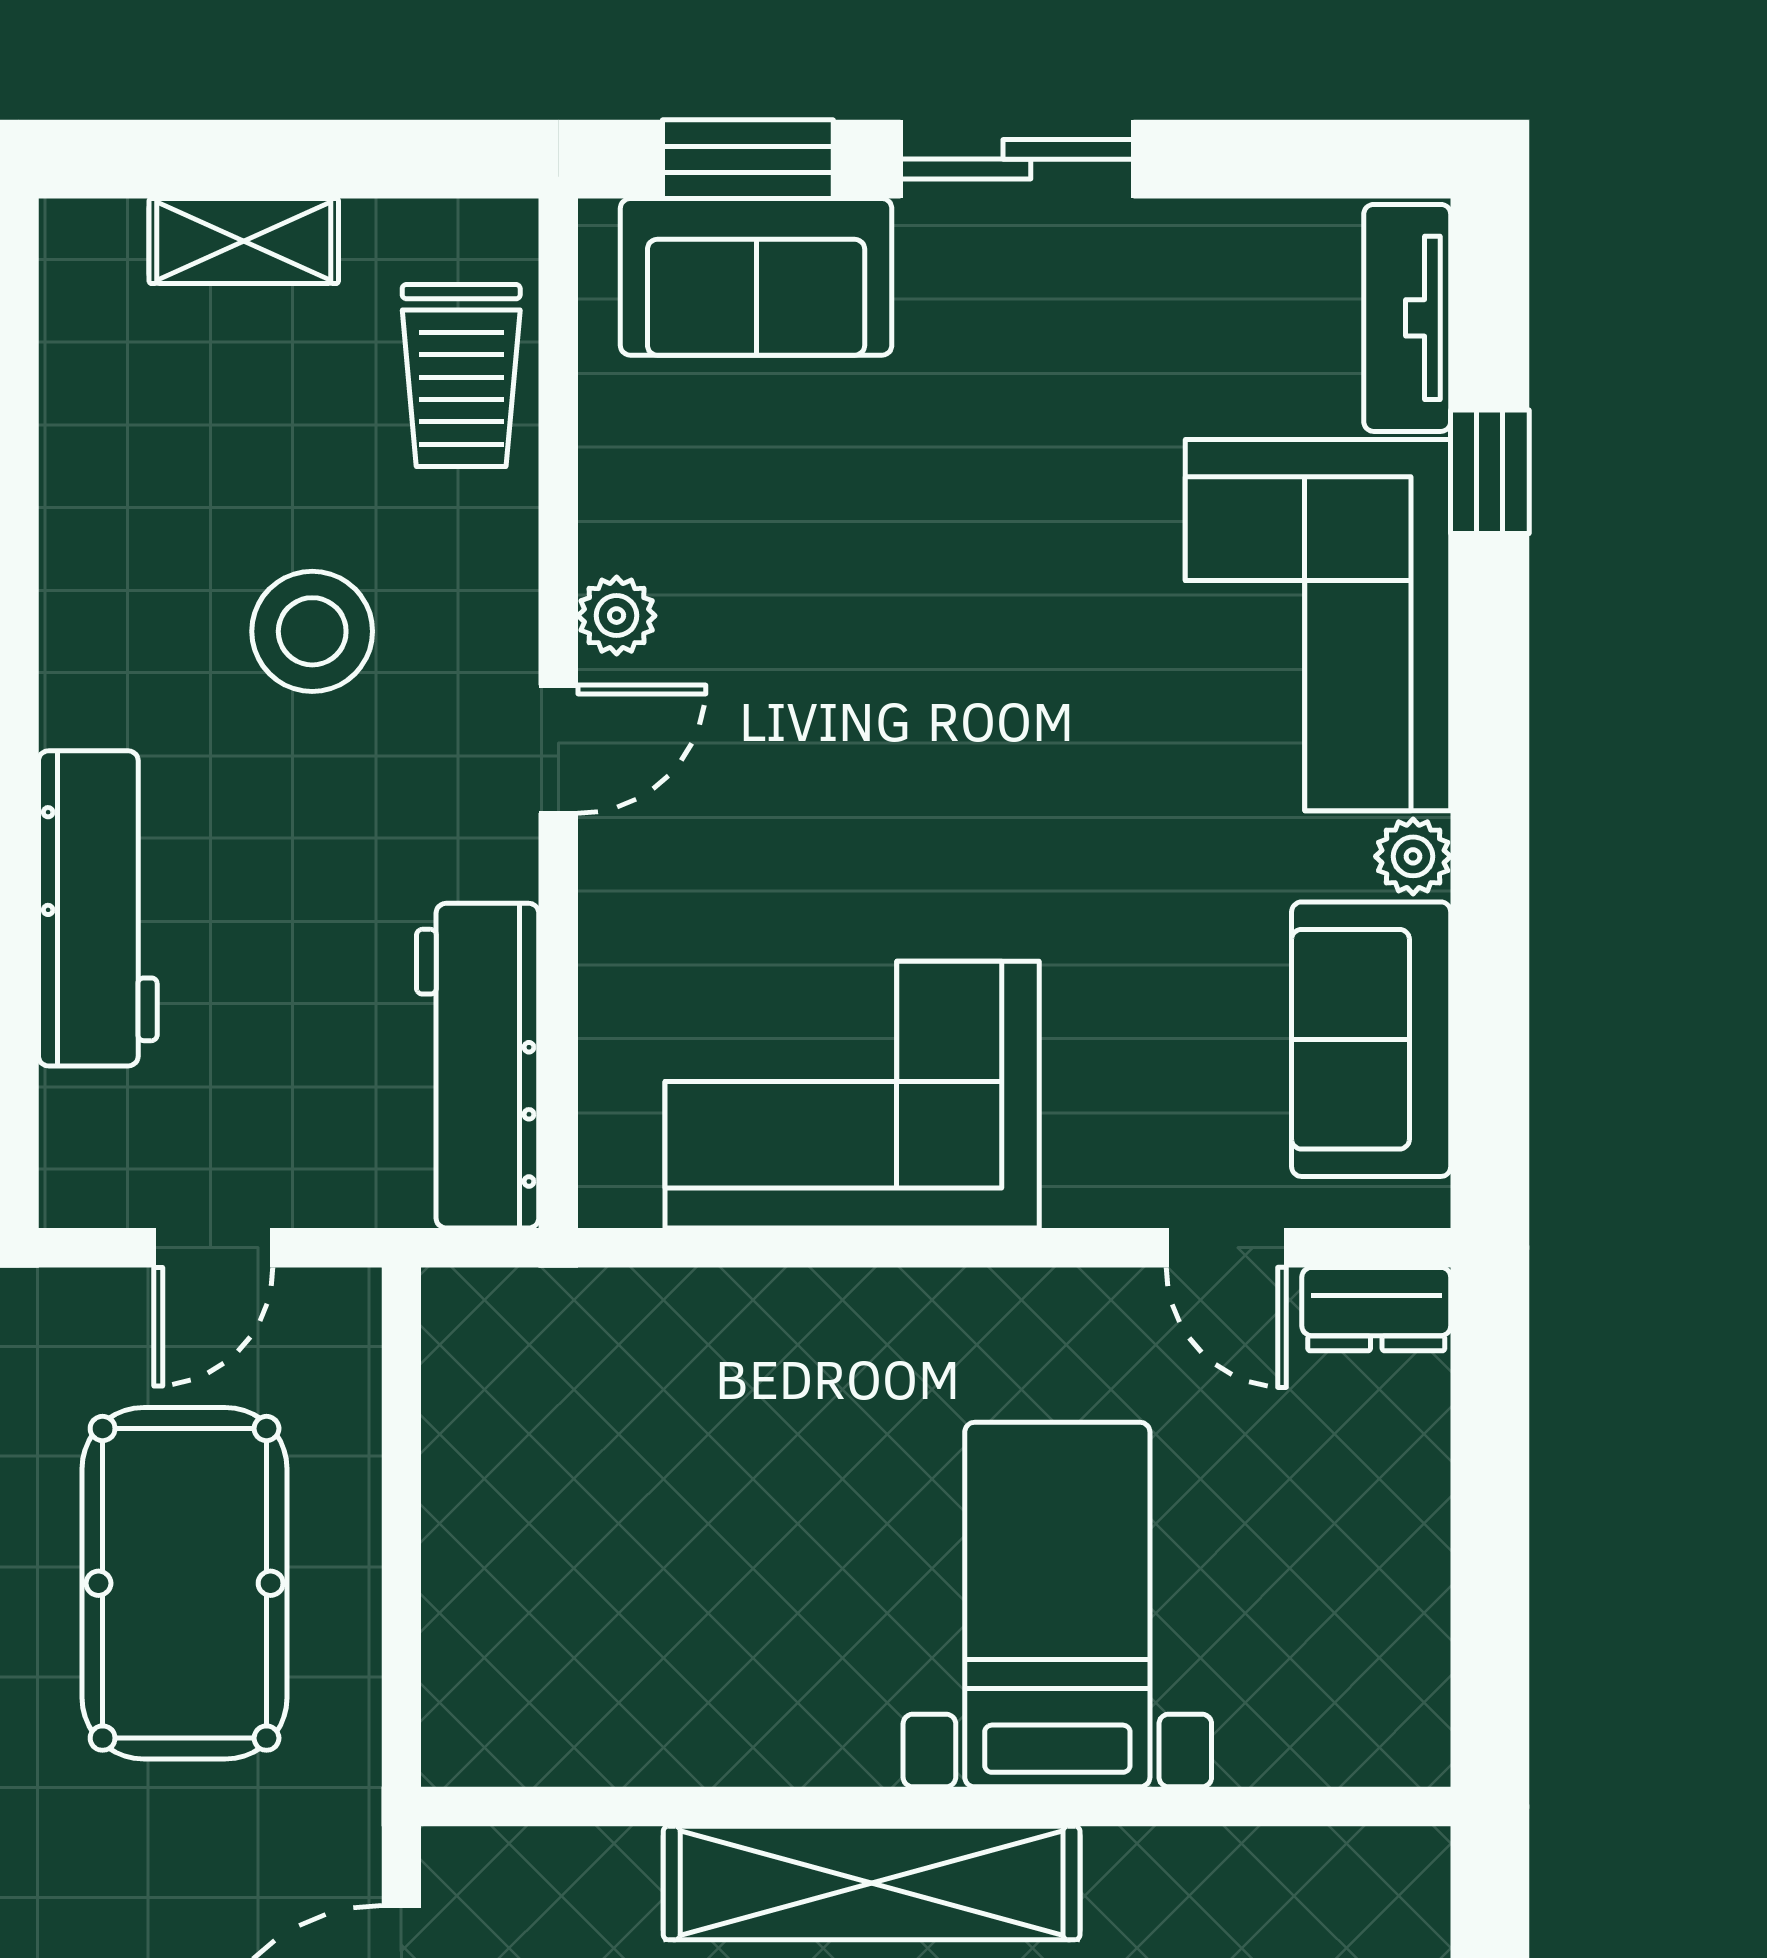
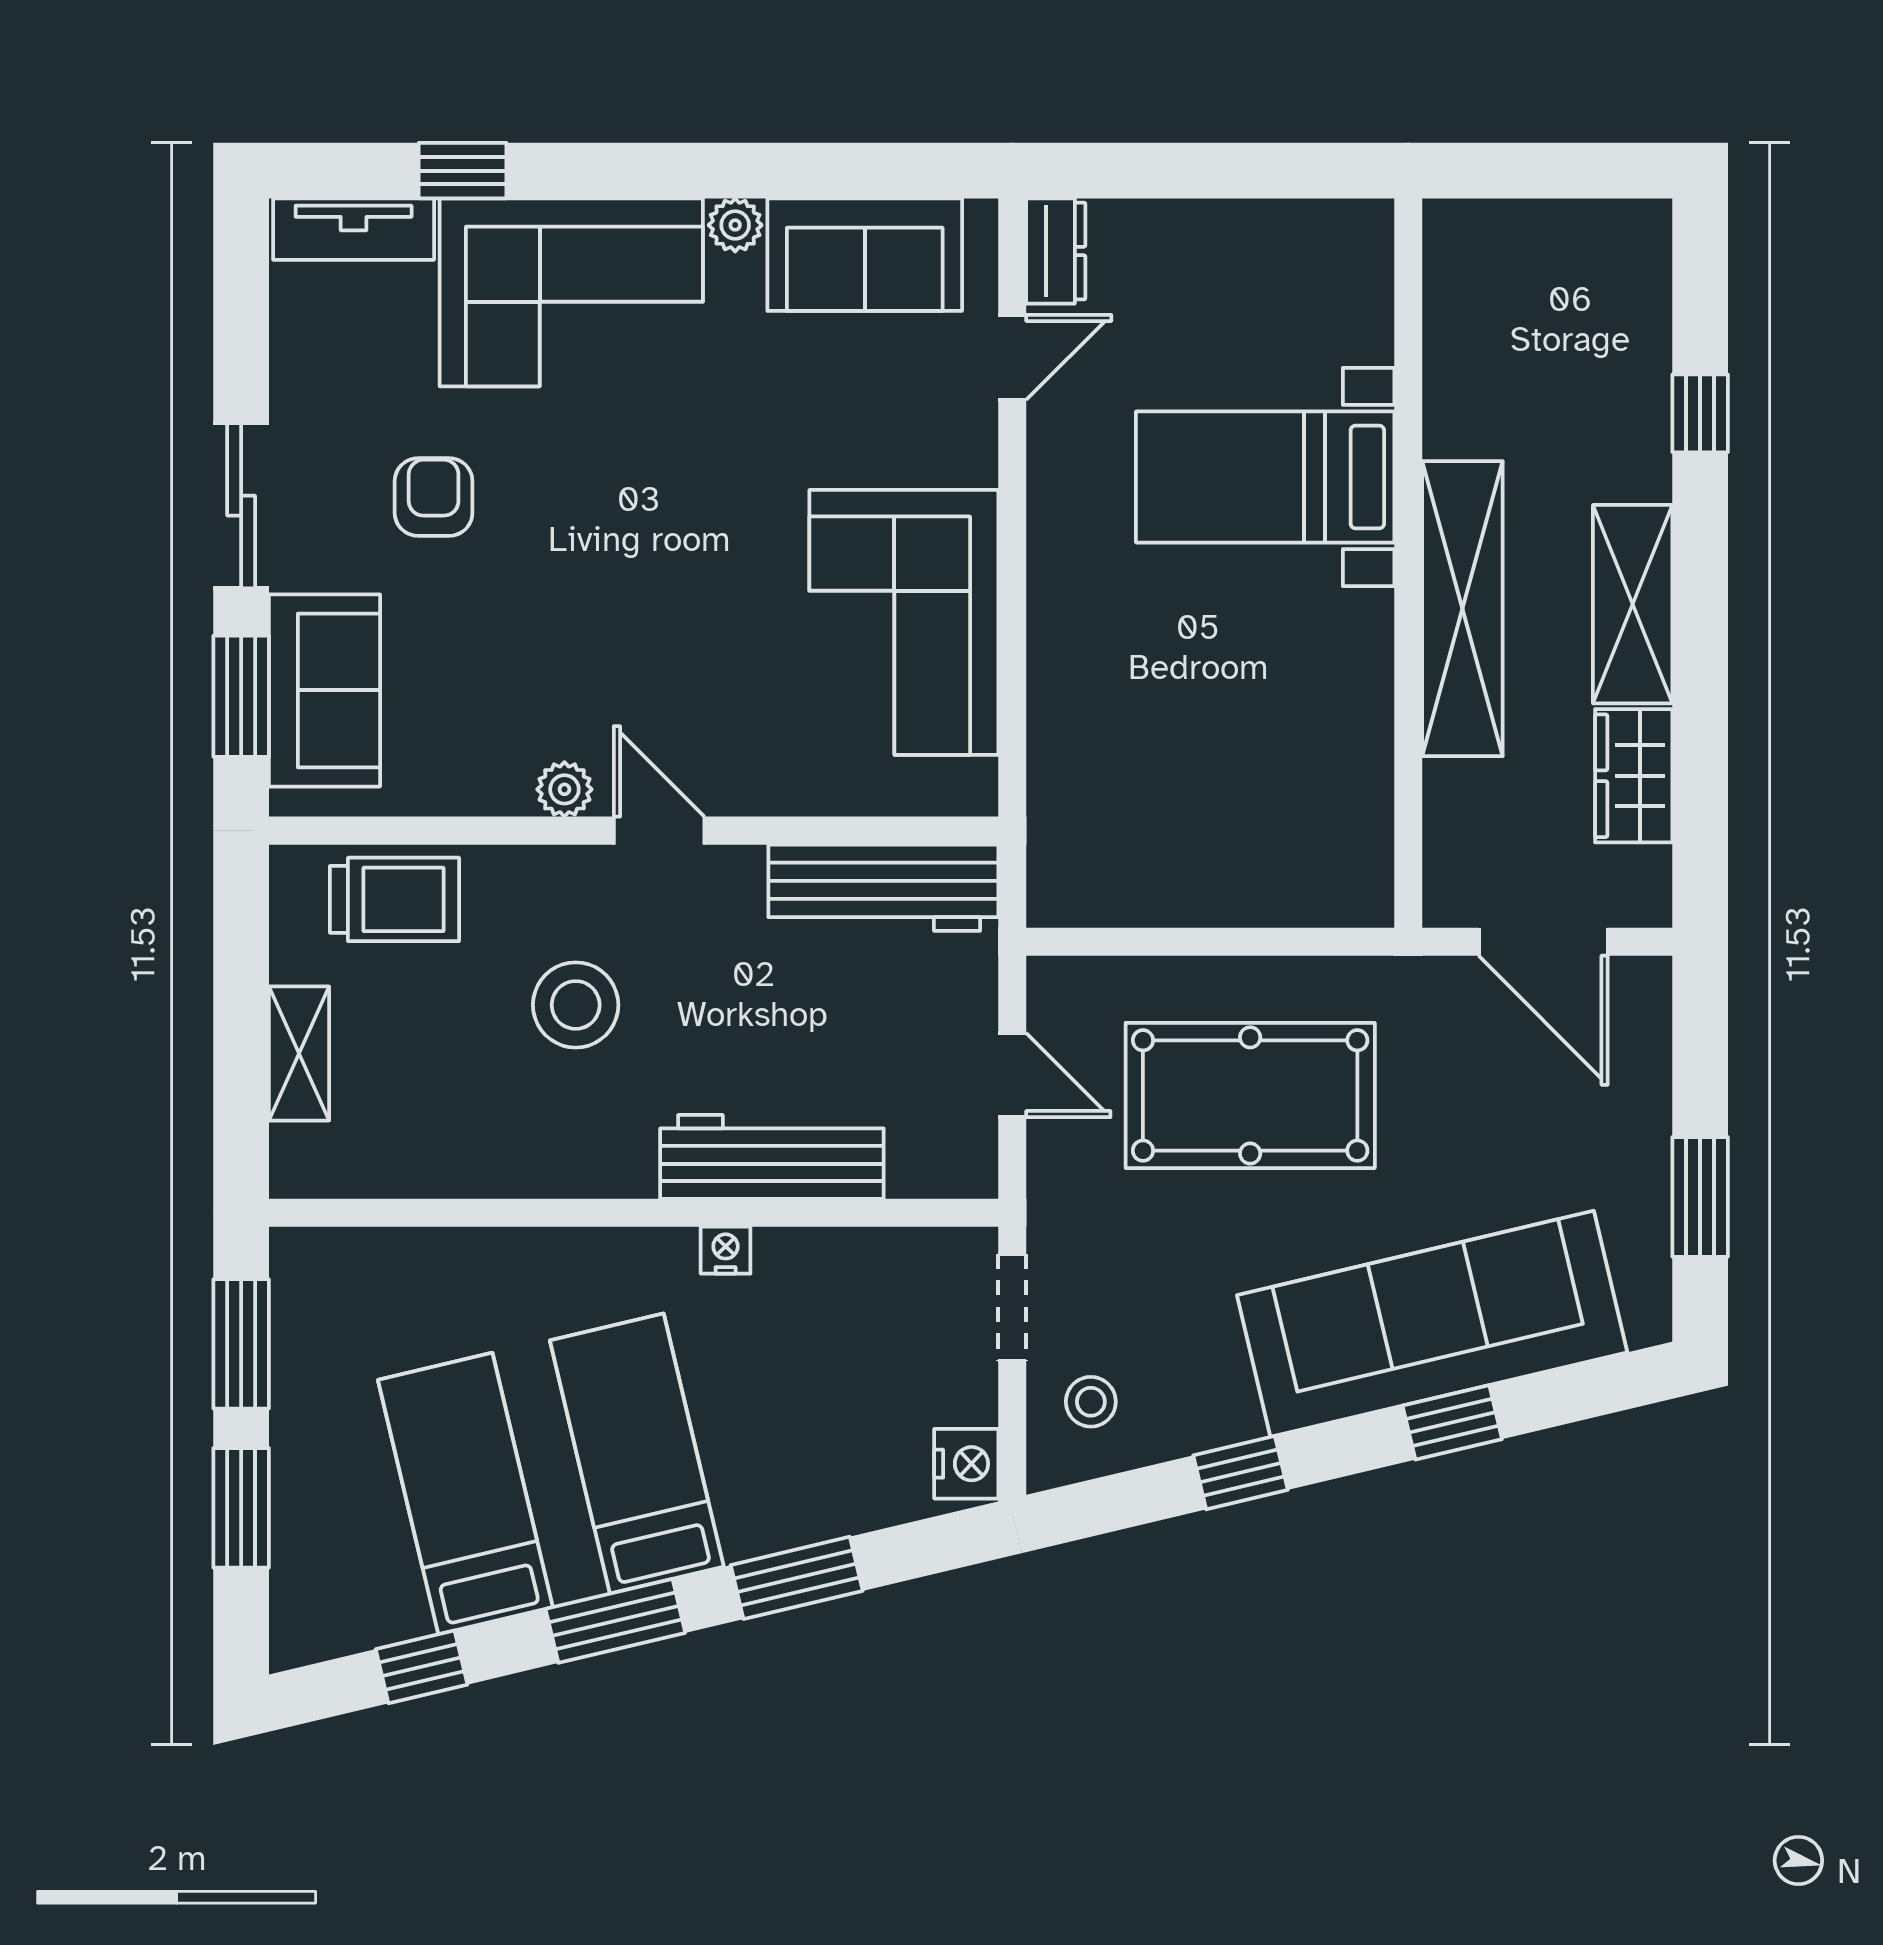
armchair: (1029, 431) -> (434, 497), added

